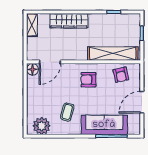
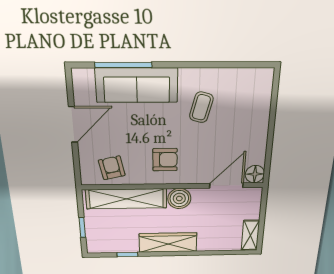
wardrobe: (69, 21) -> (168, 243), moved
boiler: (79, 53) -> (179, 199), added
plant: (42, 126) -> (247, 83), removed

